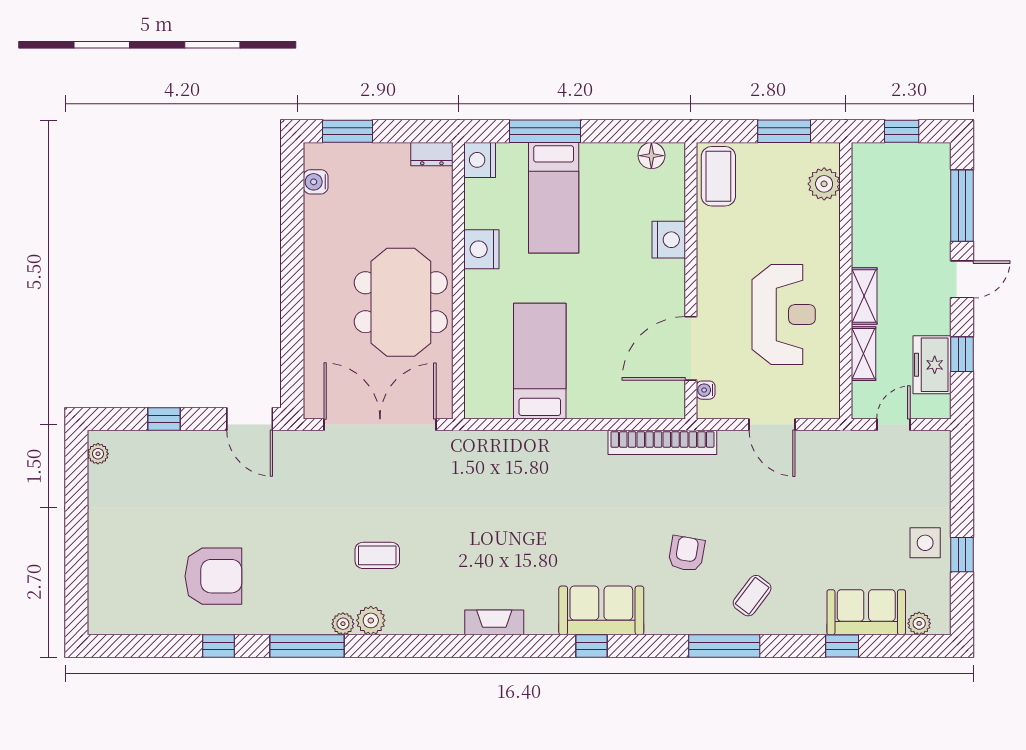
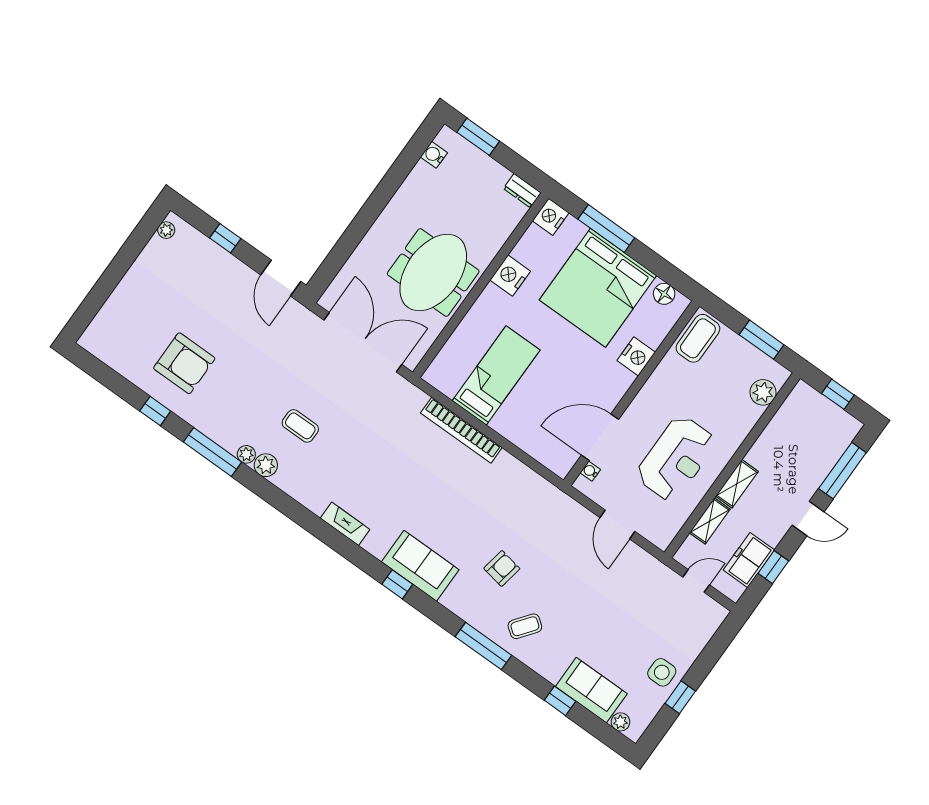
bed: (554, 198) -> (598, 288), width x2.04
bookcase: (662, 442) -> (461, 430), moved

